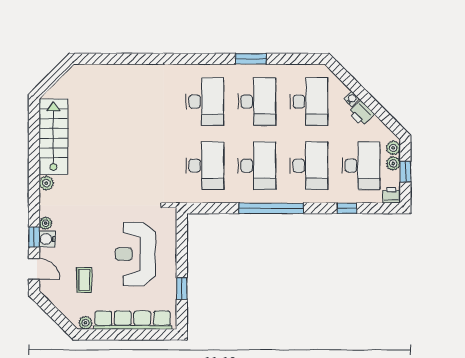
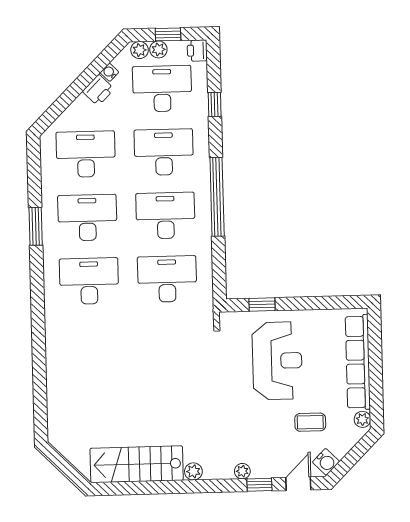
water cooler: (352, 99) -> (109, 72), moved
water cooler: (47, 239) -> (326, 462), moved, turned -45
reception desk: (135, 254) -> (277, 361), turned -90
window: (182, 289) -> (262, 304), moved

